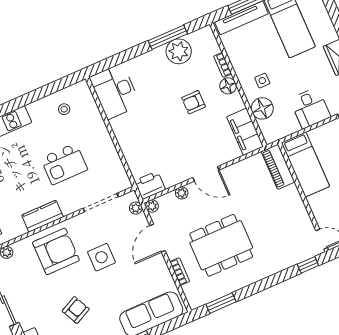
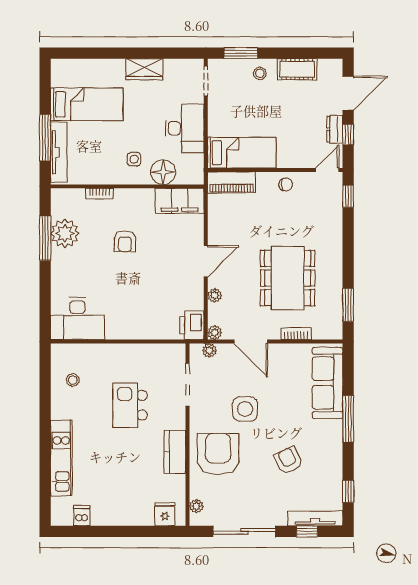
floor lamp: (228, 86) -> (124, 198), removed
desk: (310, 108) -> (185, 128), width x1.37
kitchen island: (64, 164) -> (130, 405), turned 180
chair: (295, 211) -> (286, 184), added

